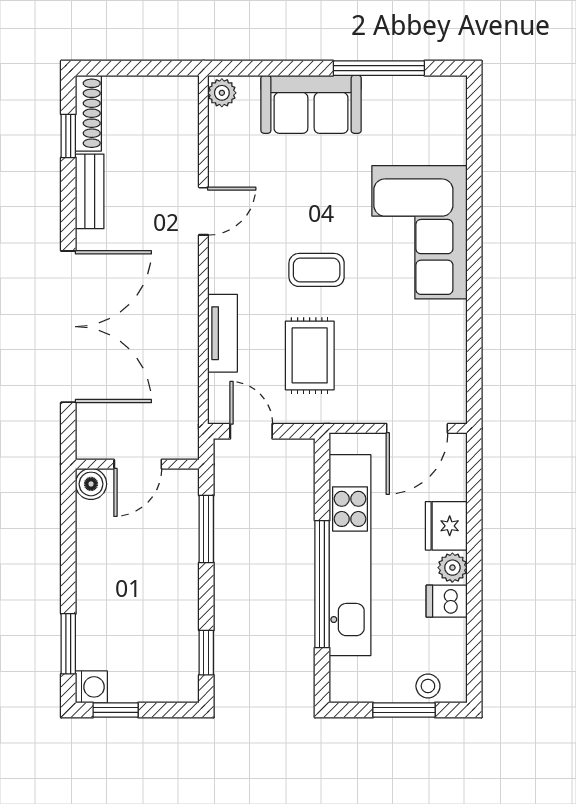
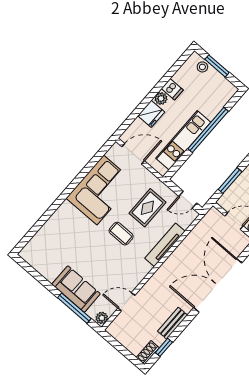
window: (379, 68) -> (74, 308), moved
shoe rack: (88, 113) -> (148, 353), width x0.70
door: (203, 211) -> (126, 302), moved
corner sofa: (420, 232) -> (100, 190), moved
tv unit: (223, 333) -> (165, 245), width x1.41
door: (251, 431) -> (188, 200), hinge flipped
kitchen unit: (350, 555) -> (183, 140), width x0.73

